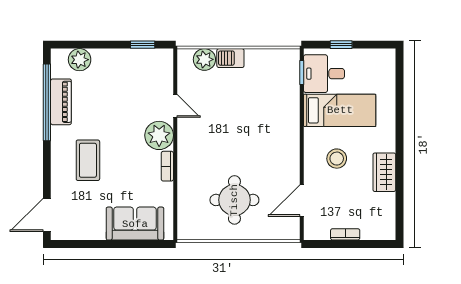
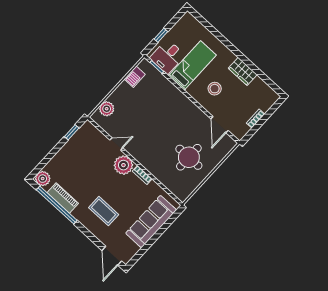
barbecue: (230, 58) -> (135, 77), moved
plant: (80, 60) -> (43, 179), moved
sofa: (135, 224) -> (151, 222), width x1.36

